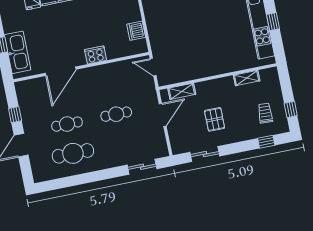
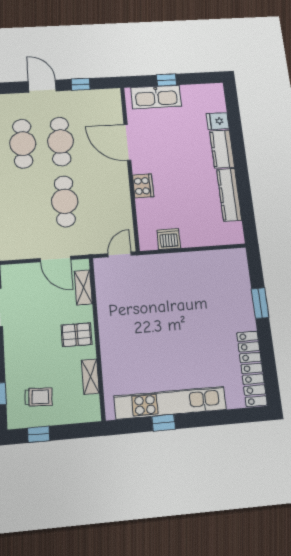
cafe table: (116, 114) -> (65, 201), width x1.37, depth x1.35
pallet: (215, 119) -> (76, 335), moved
cafe table: (67, 124) -> (61, 141), width x1.37, depth x1.35

